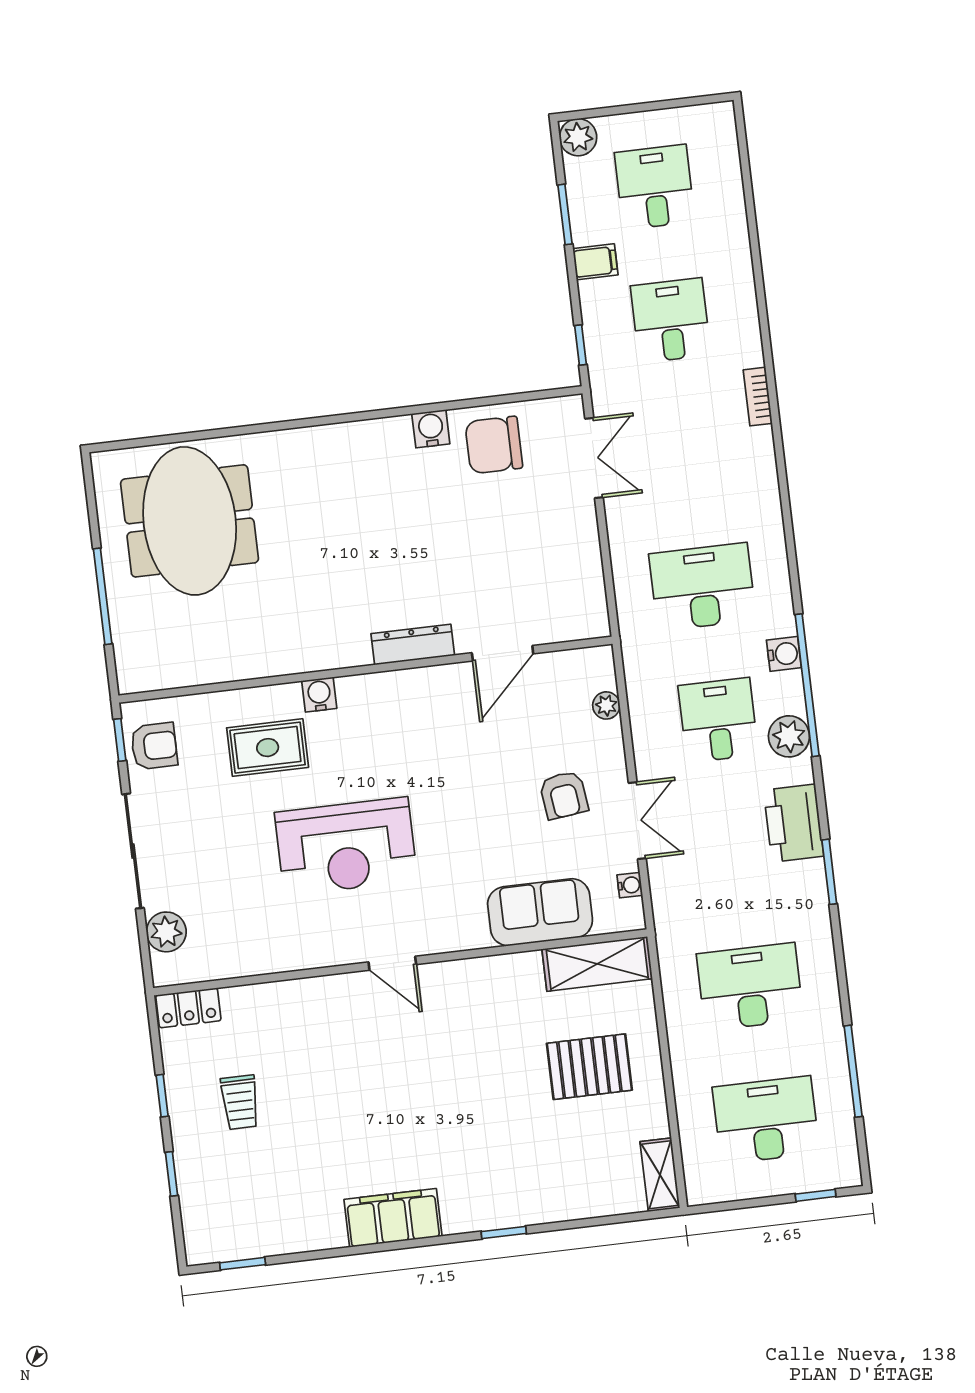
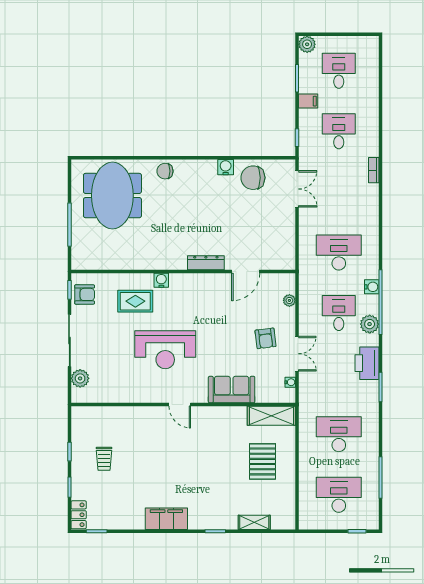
chair: (299, 454) -> (165, 171), added
sofa: (540, 912) -> (232, 390), moved
locker: (188, 1008) -> (79, 515), moved, turned -90
pallet: (589, 1067) -> (262, 461), turned 90
shelving: (660, 1175) -> (254, 522), moved, turned 90

